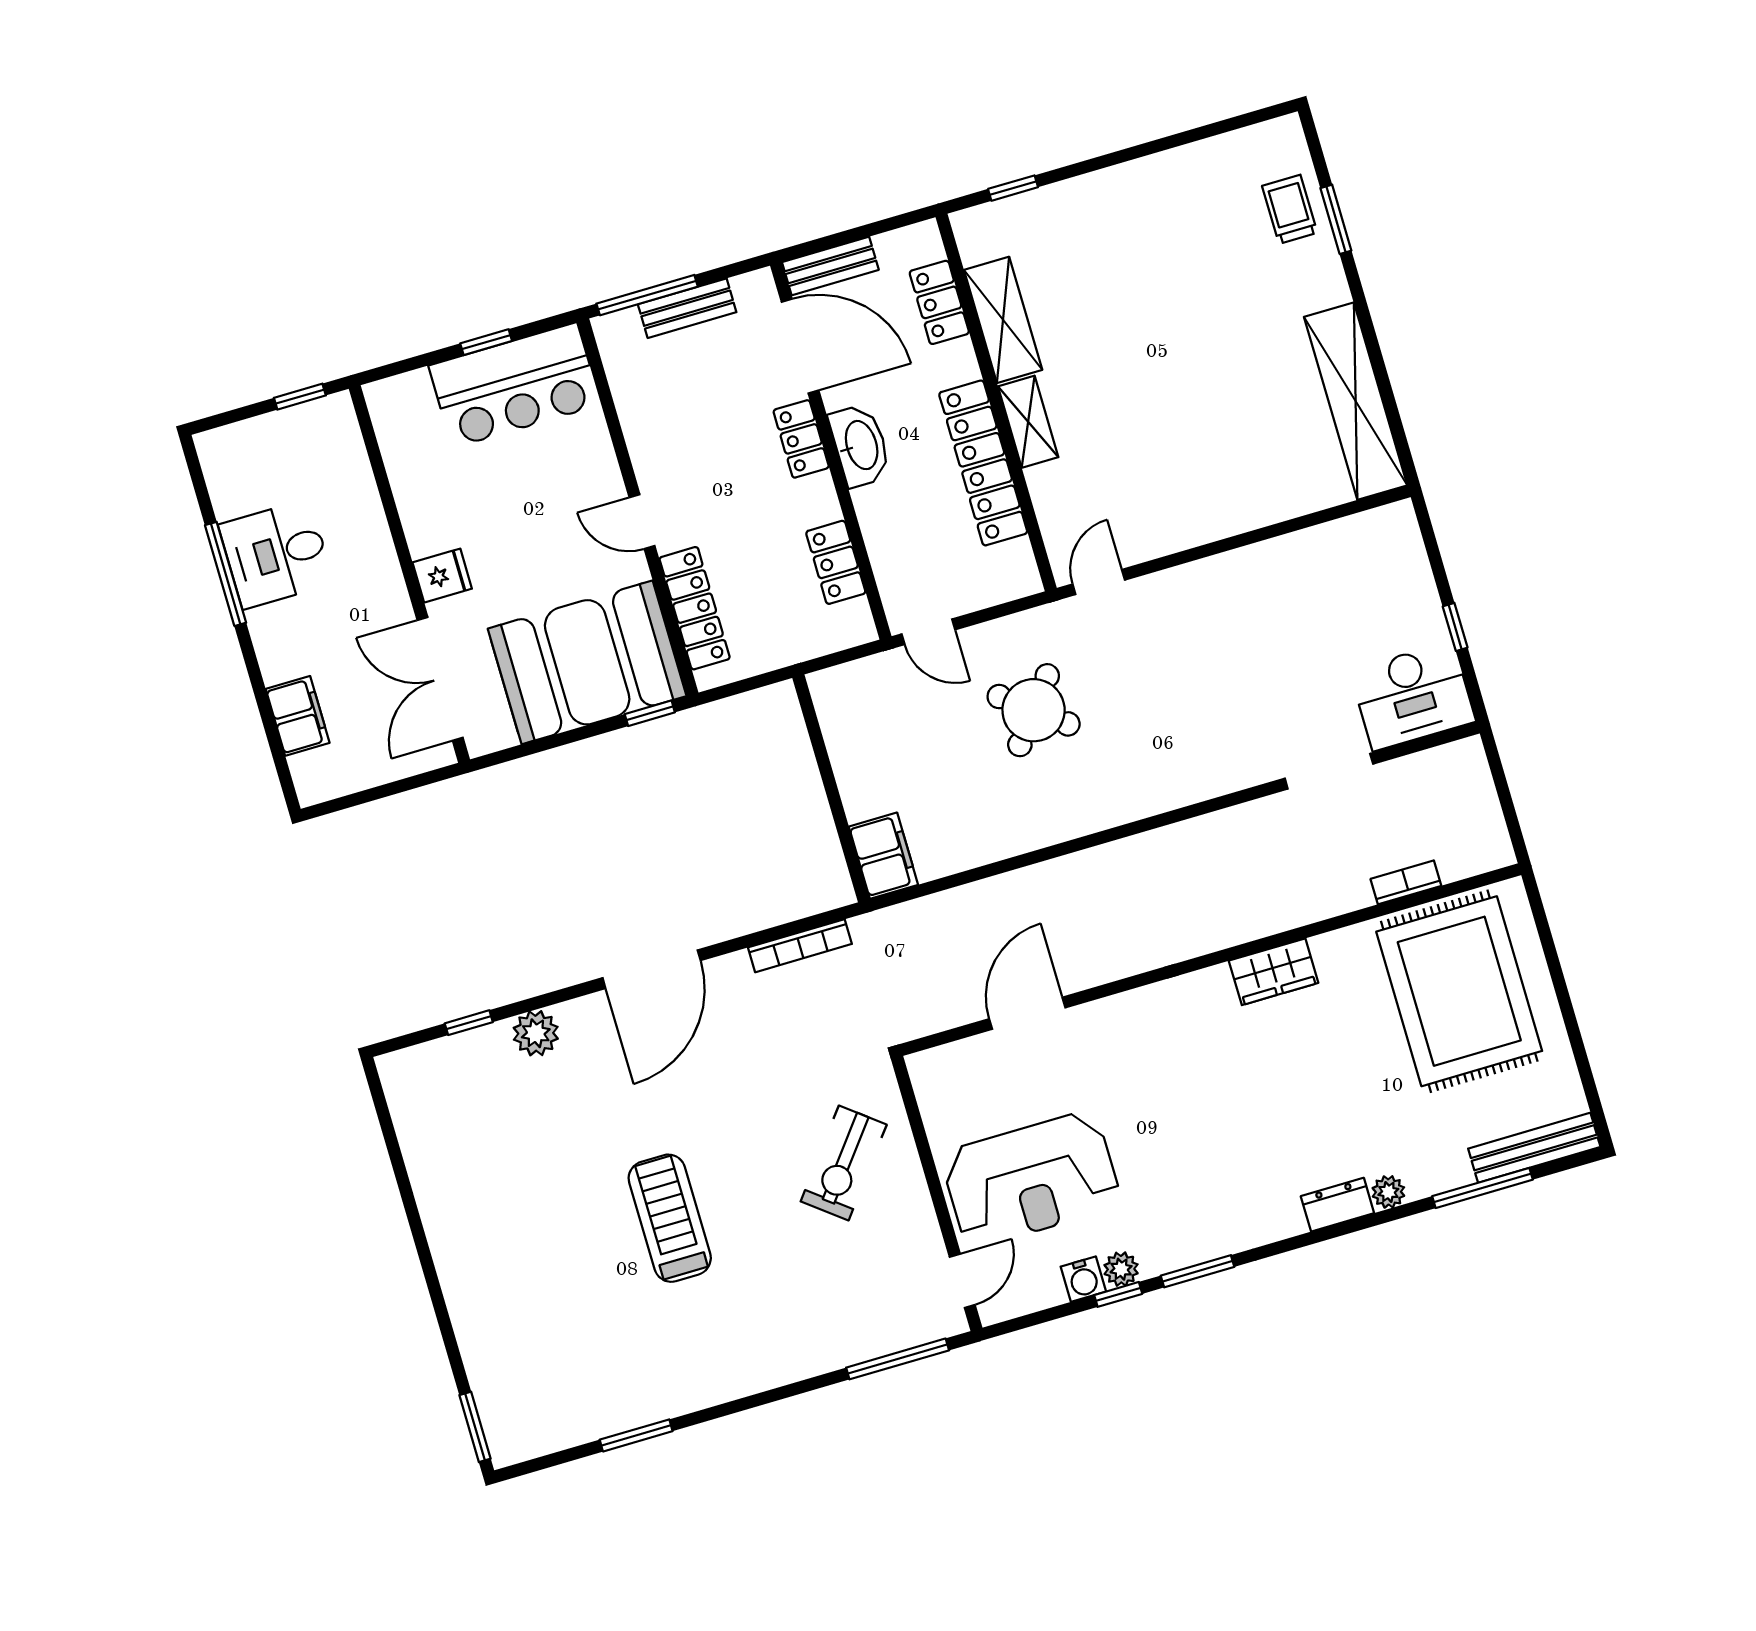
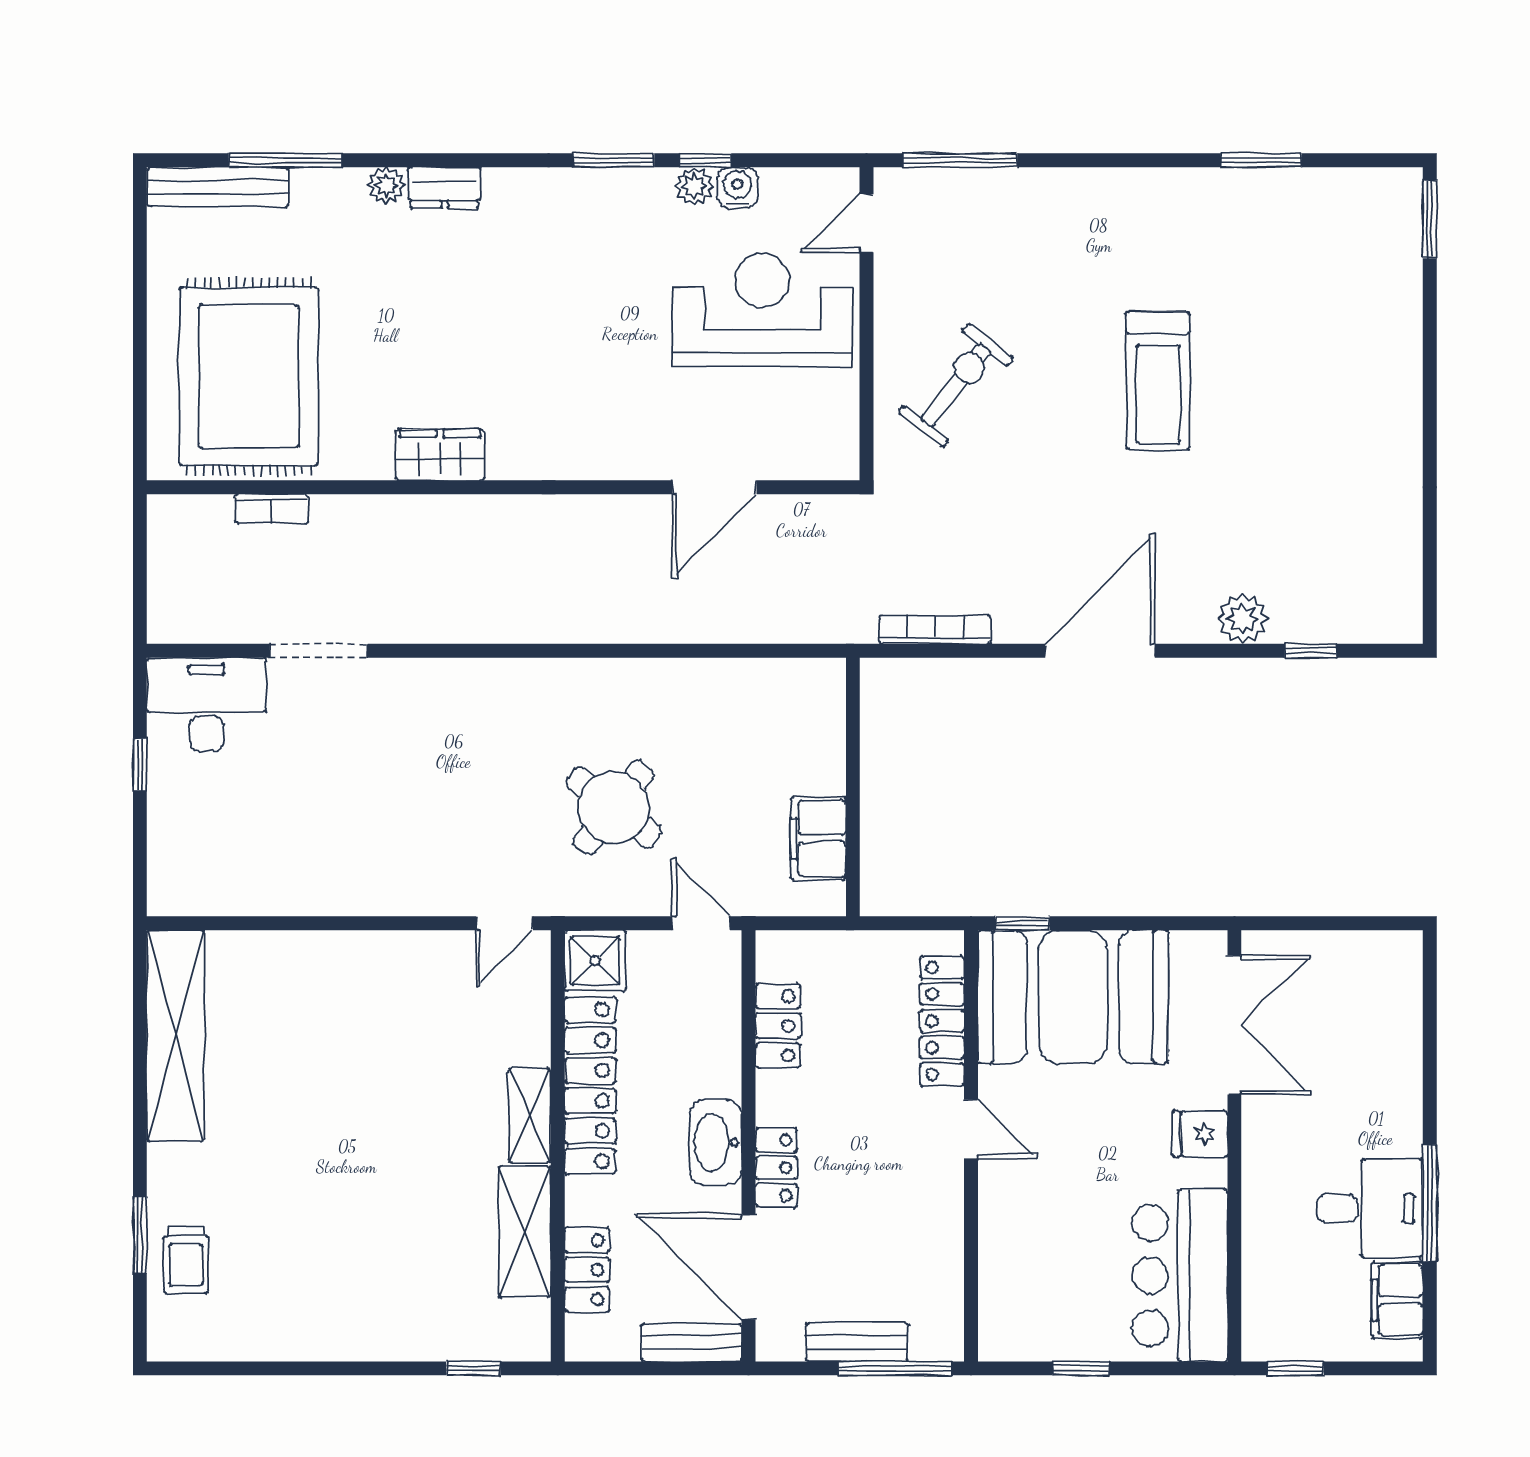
bar counter: (515, 385) -> (1180, 1276), moved, turned -90
shower: (1011, 573) -> (595, 961), added
filing cabinet: (298, 716) -> (1397, 1300), moved
filing cabinet: (883, 856) -> (818, 838), moved

